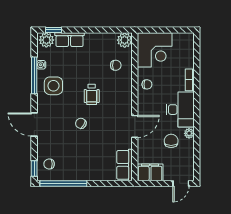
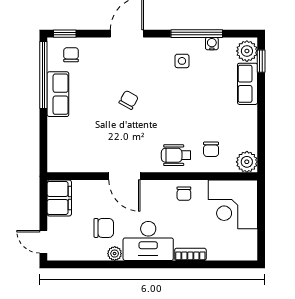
side table: (53, 86) -> (182, 61), width x0.54, depth x0.54
wheelchair: (92, 94) -> (176, 155), moved
row of seats: (124, 165) -> (58, 94), moved, turned 90

